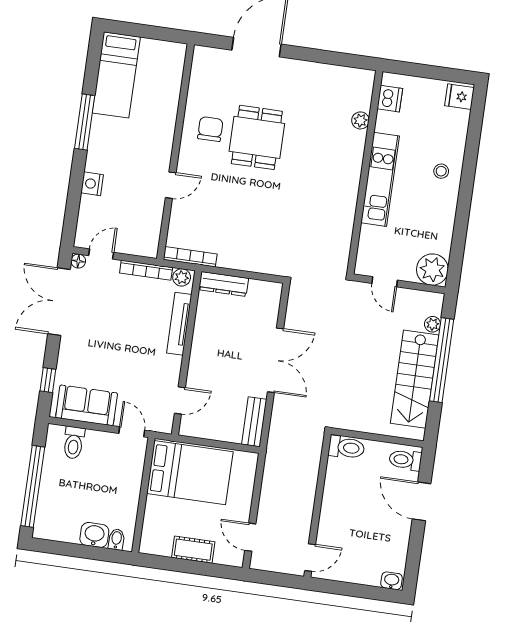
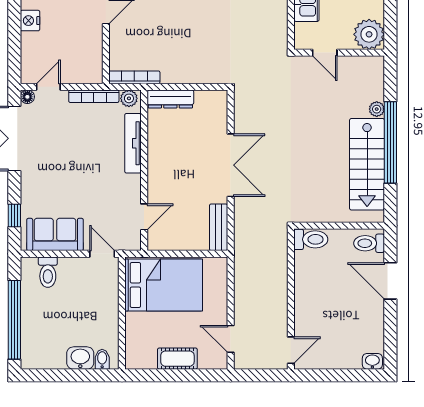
plant: (432, 270) -> (369, 34), moved
door: (385, 282) -> (325, 53), moved
wall: (399, 284) -> (339, 53), moved

